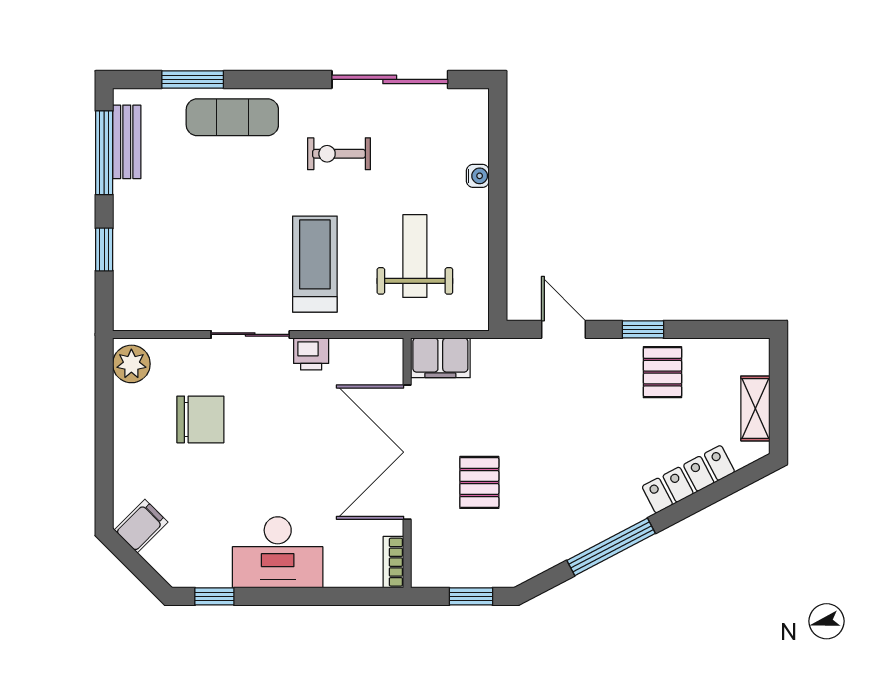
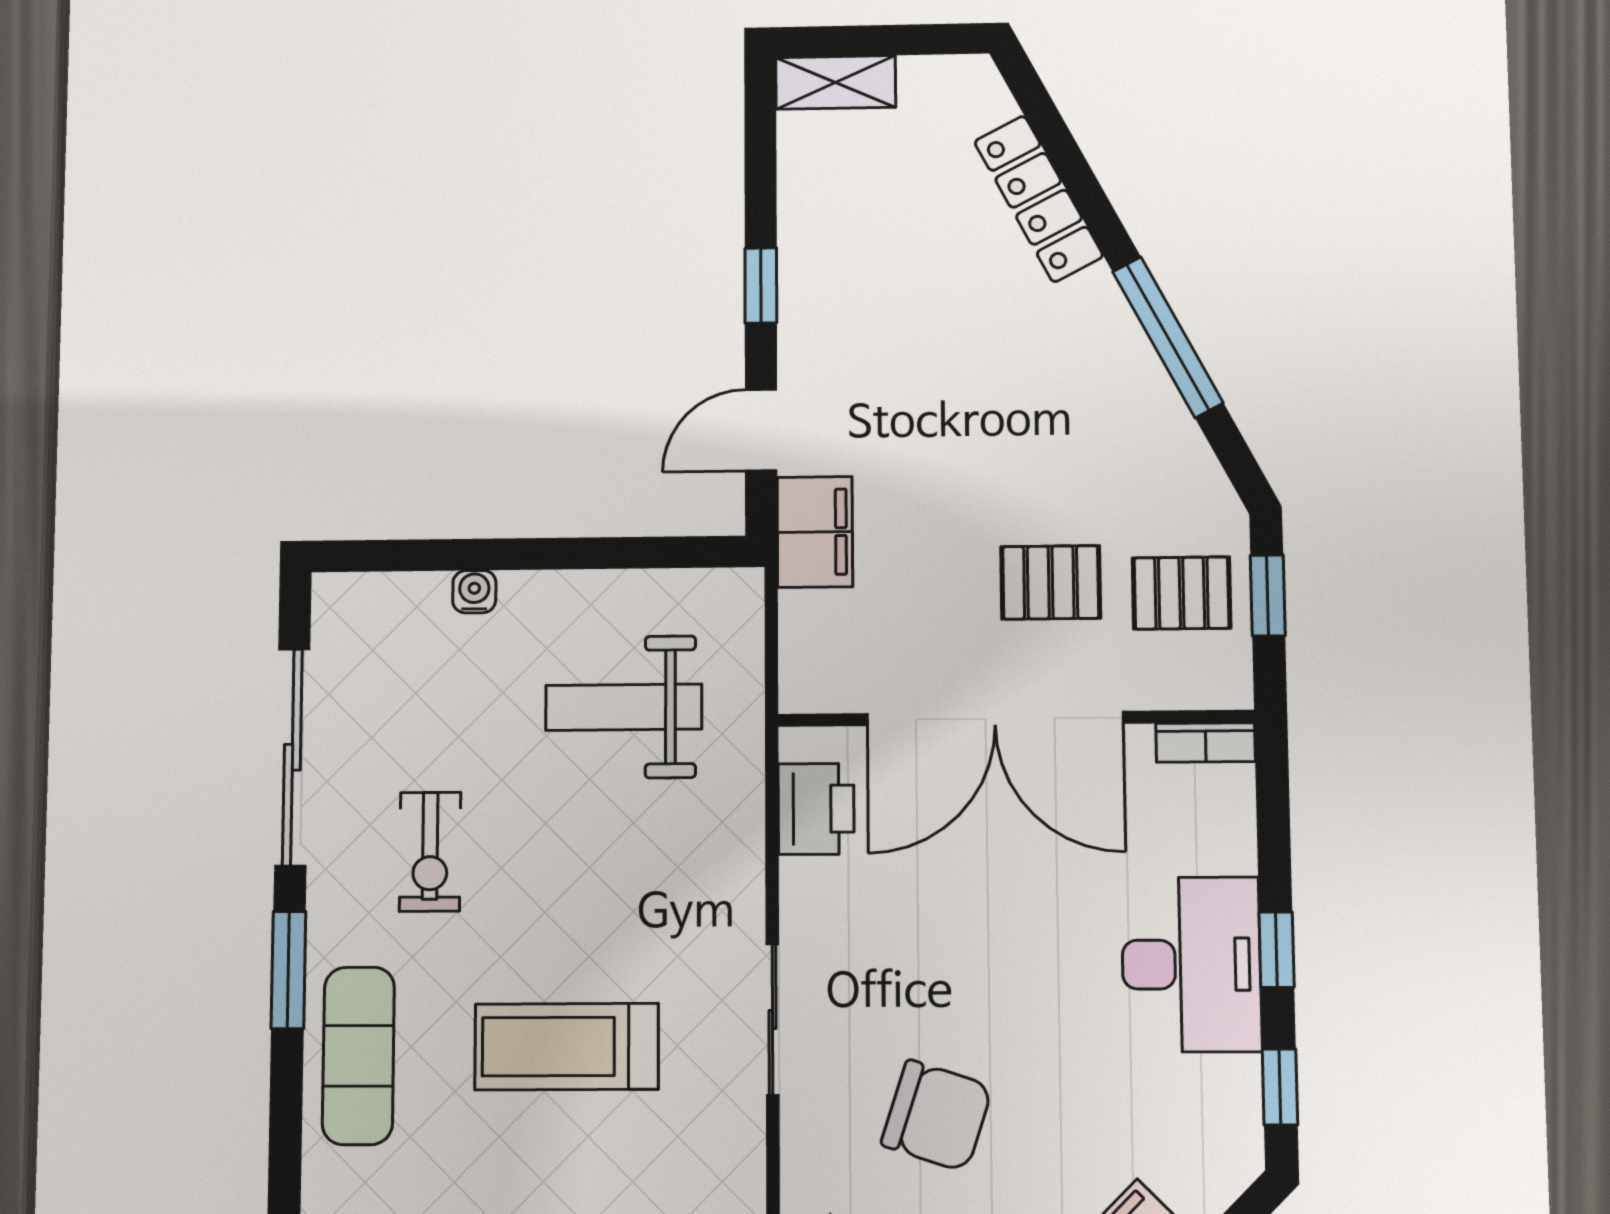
window: (193, 79) -> (288, 970), moved
treadmill: (315, 264) -> (567, 1047), moved
printer: (311, 354) -> (816, 809), moved, width x1.36, depth x1.24
filing cabinet: (440, 358) -> (815, 532), moved
pallet: (662, 372) -> (1182, 593), moved
shelving: (755, 408) -> (836, 82), moved
chair: (200, 419) -> (937, 1116), turned 108
window: (285, 596) -> (1277, 950), added

